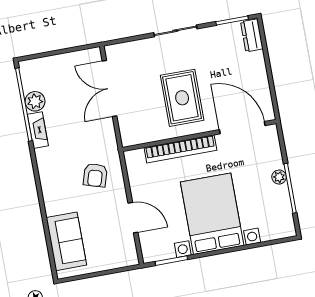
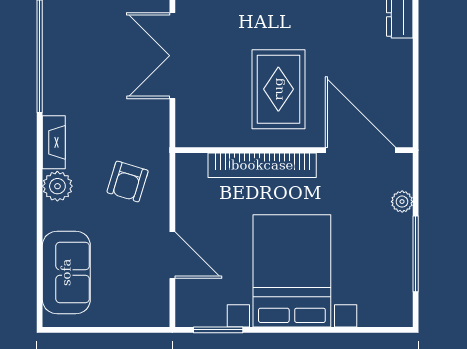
plant: (35, 101) -> (57, 186), moved
fireplace: (38, 130) -> (54, 142), moved
plant: (279, 177) -> (402, 202), moved

